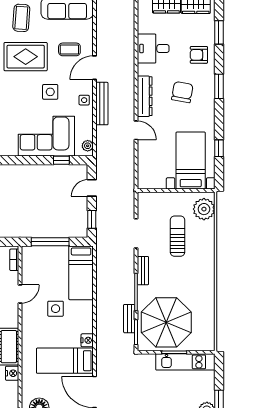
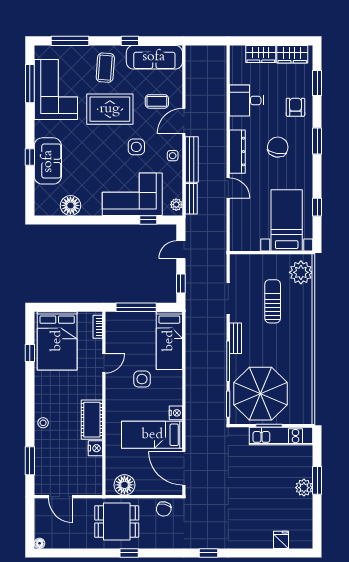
armchair: (199, 55) -> (295, 107), turned 90
bench: (129, 319) -> (191, 199), moved

